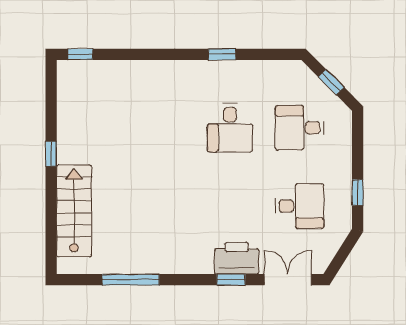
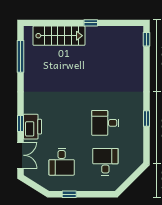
window: (331, 82) -> (131, 179), removed
window: (131, 280) -> (21, 56), moved

